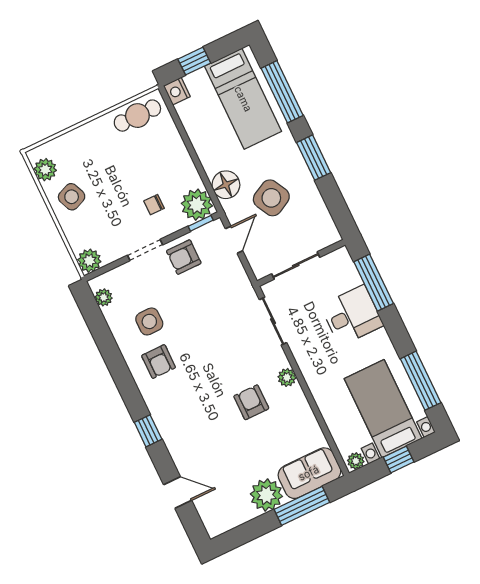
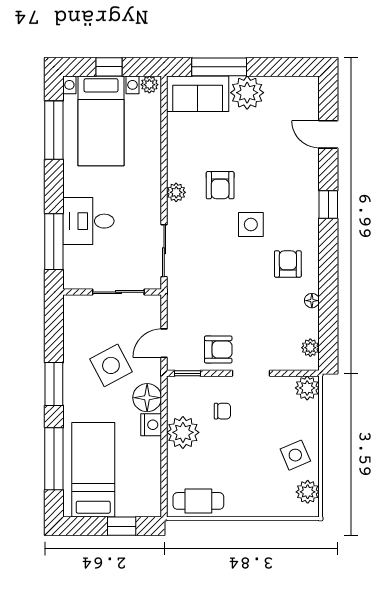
nightstand: (177, 91) -> (151, 425), moved
plant: (197, 205) -> (183, 432), moved
side table: (149, 321) -> (251, 224), moved
floor lamp: (122, 340) -> (312, 301), added

